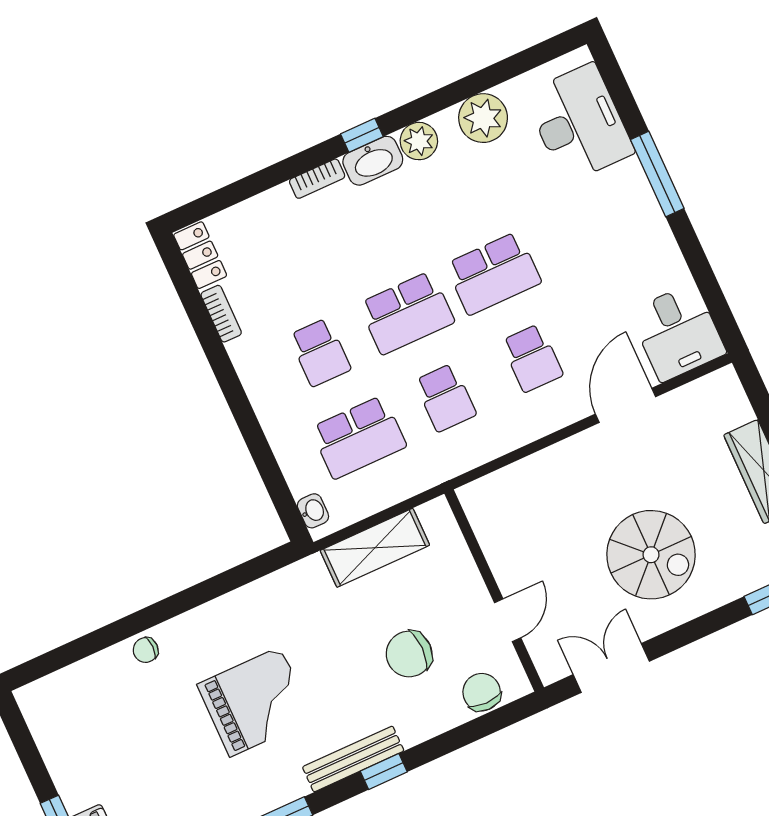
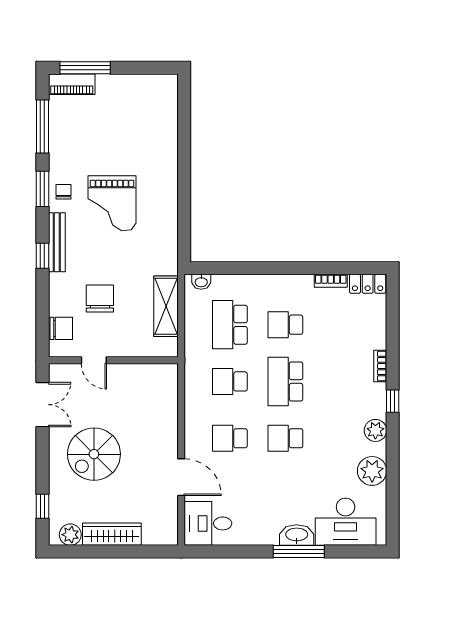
washbasin: (373, 161) -> (297, 535), moved, turned 90
school desk: (493, 273) -> (285, 438), width x0.54
chair: (146, 650) -> (63, 192), moved

